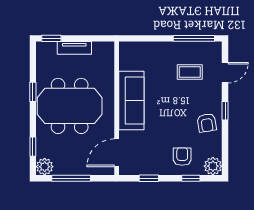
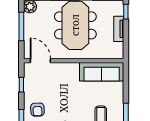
sofa: (131, 100) -> (102, 72), moved
armchair: (182, 157) -> (37, 110), turned 87

